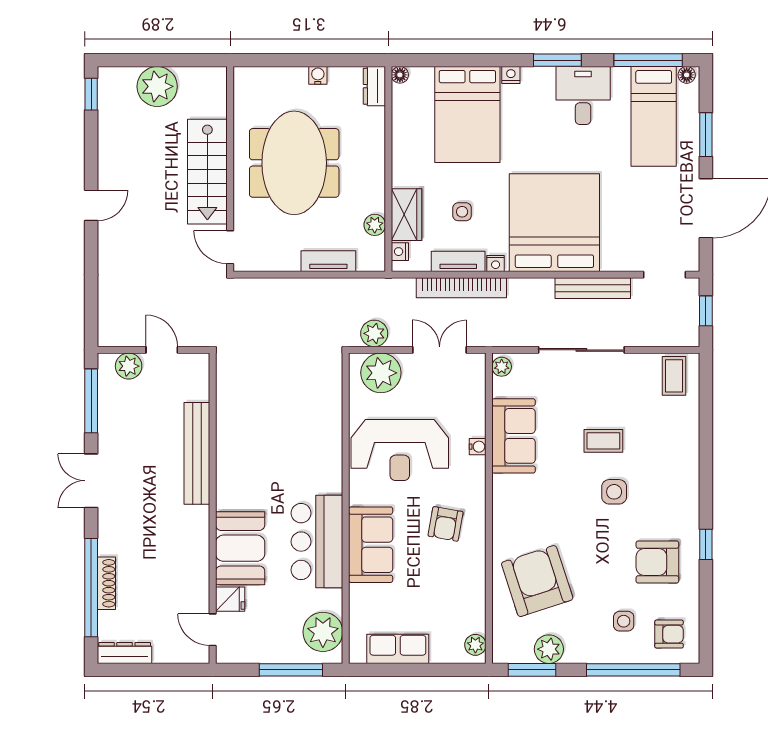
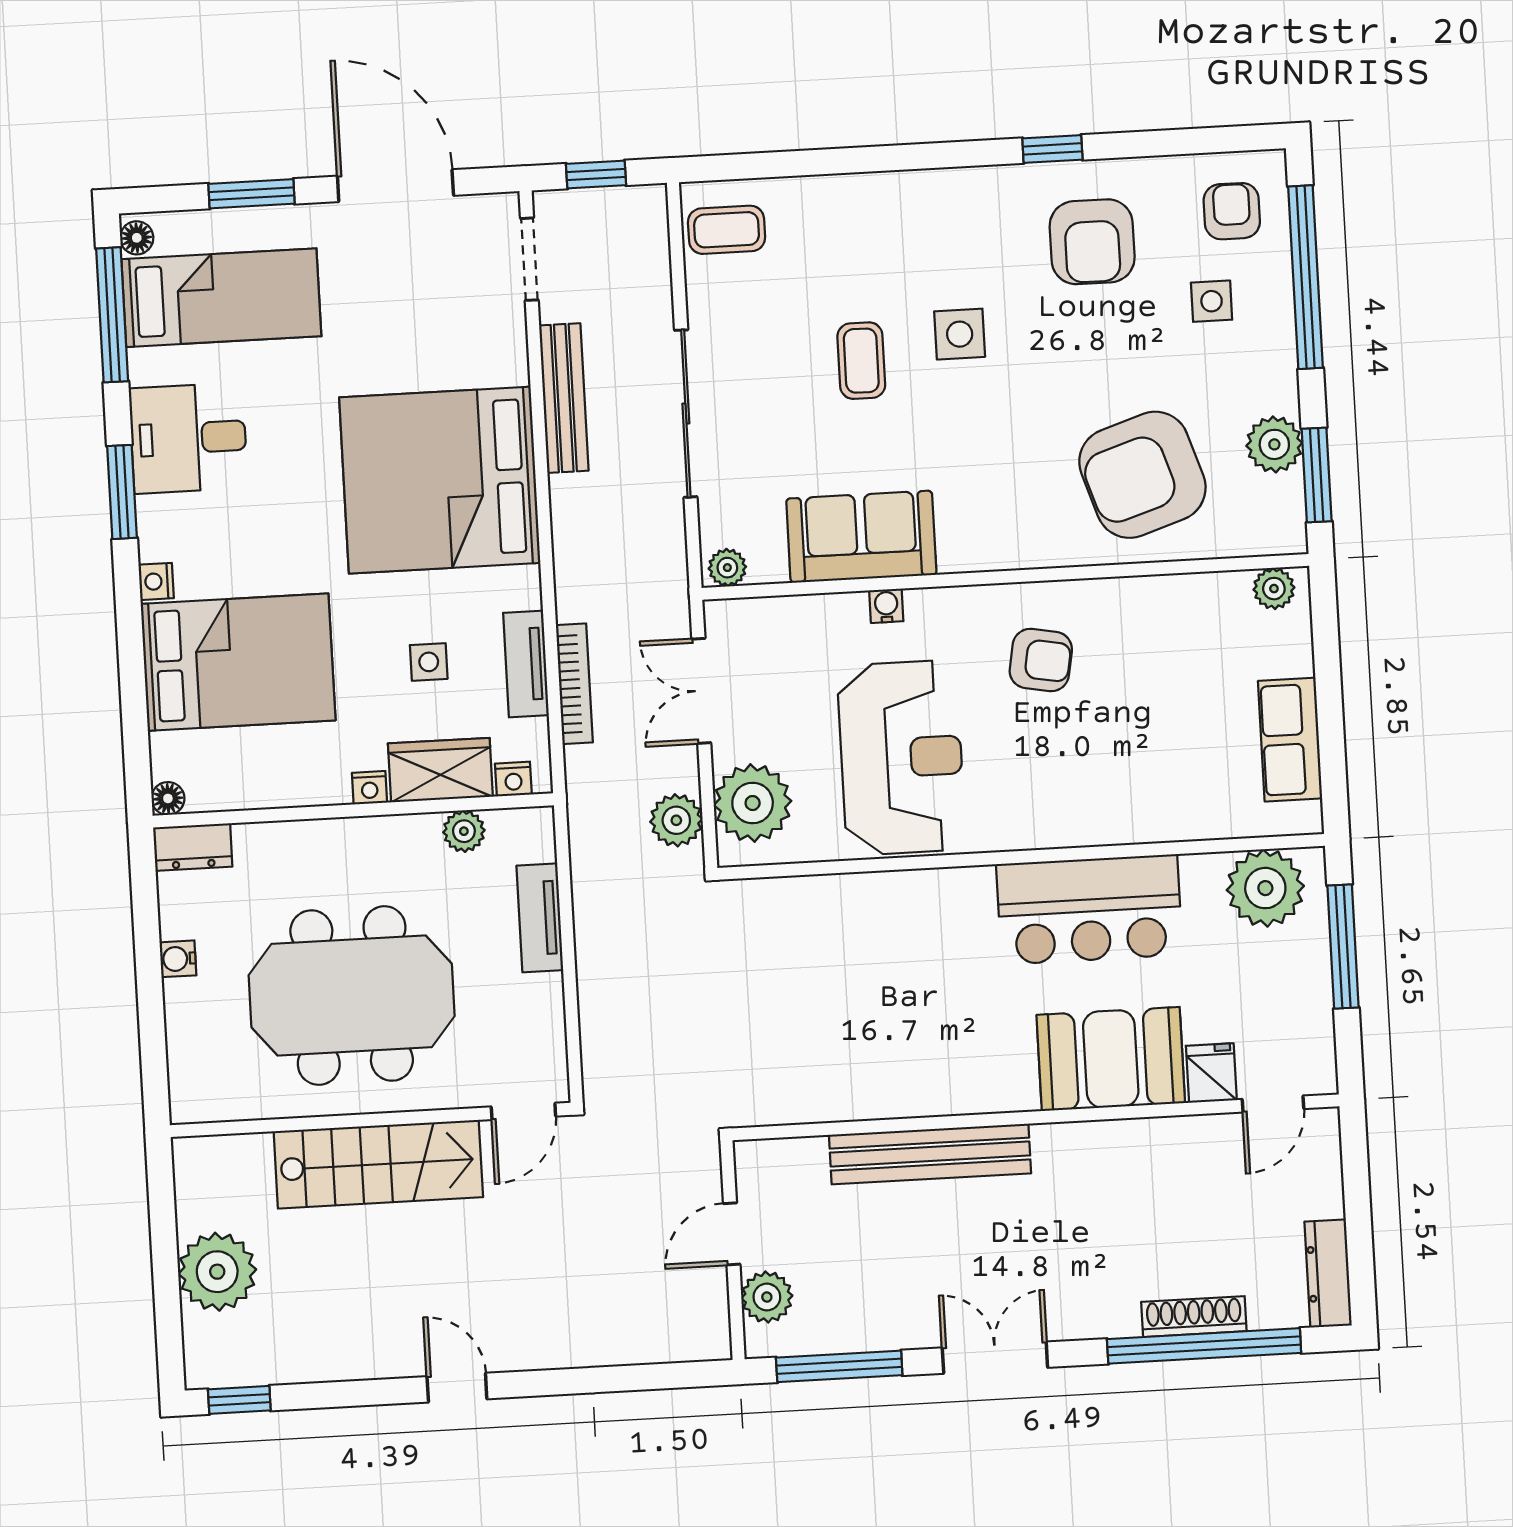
nightstand: (496, 263) -> (370, 788), moved, turned 90
bookcase: (461, 288) -> (574, 684), width x0.68, depth x0.76
double door: (91, 481) -> (995, 1358), swing flipped
sofa: (371, 545) -> (1090, 804), removed

